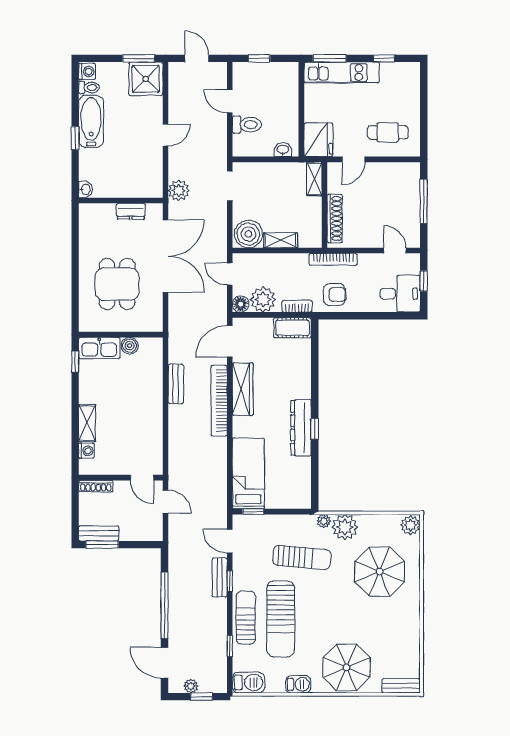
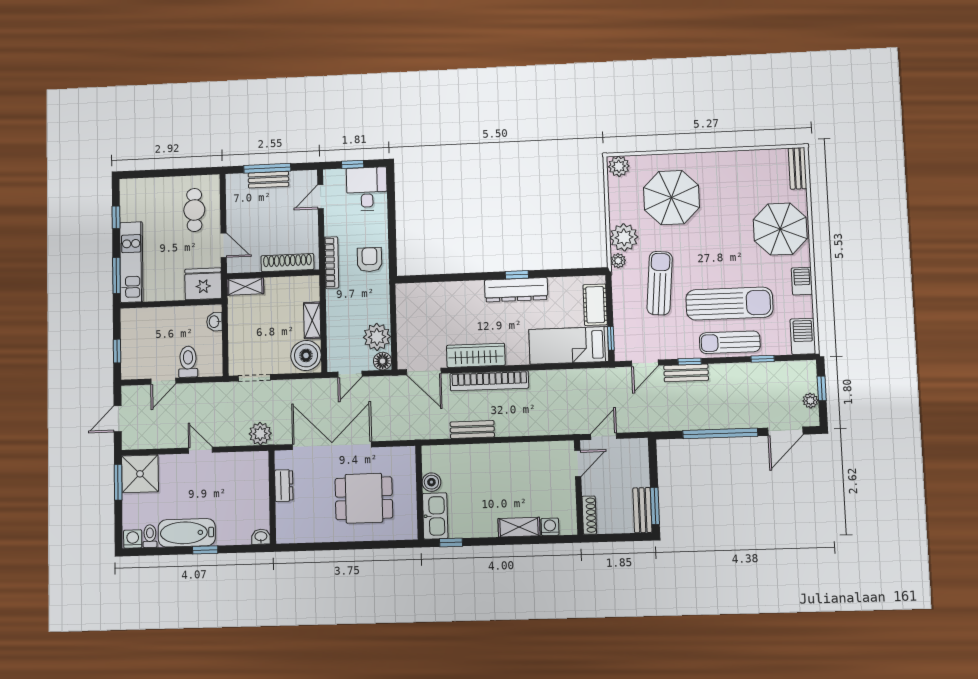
bench: (413, 202) -> (268, 180), added
bookcase: (297, 306) -> (383, 299), removed
cot: (292, 328) -> (595, 305), moved

